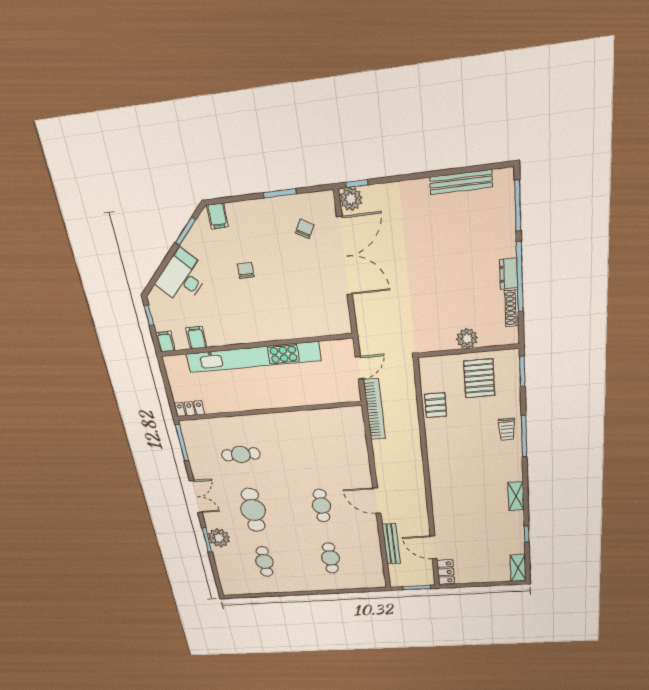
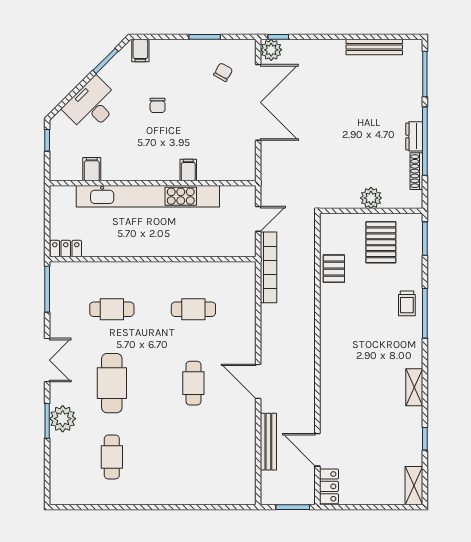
chair: (246, 270) -> (158, 105), turned 180
filing cabinet: (165, 342) -> (188, 170), moved
cafe table: (330, 558) -> (193, 309), moved, turned 90

